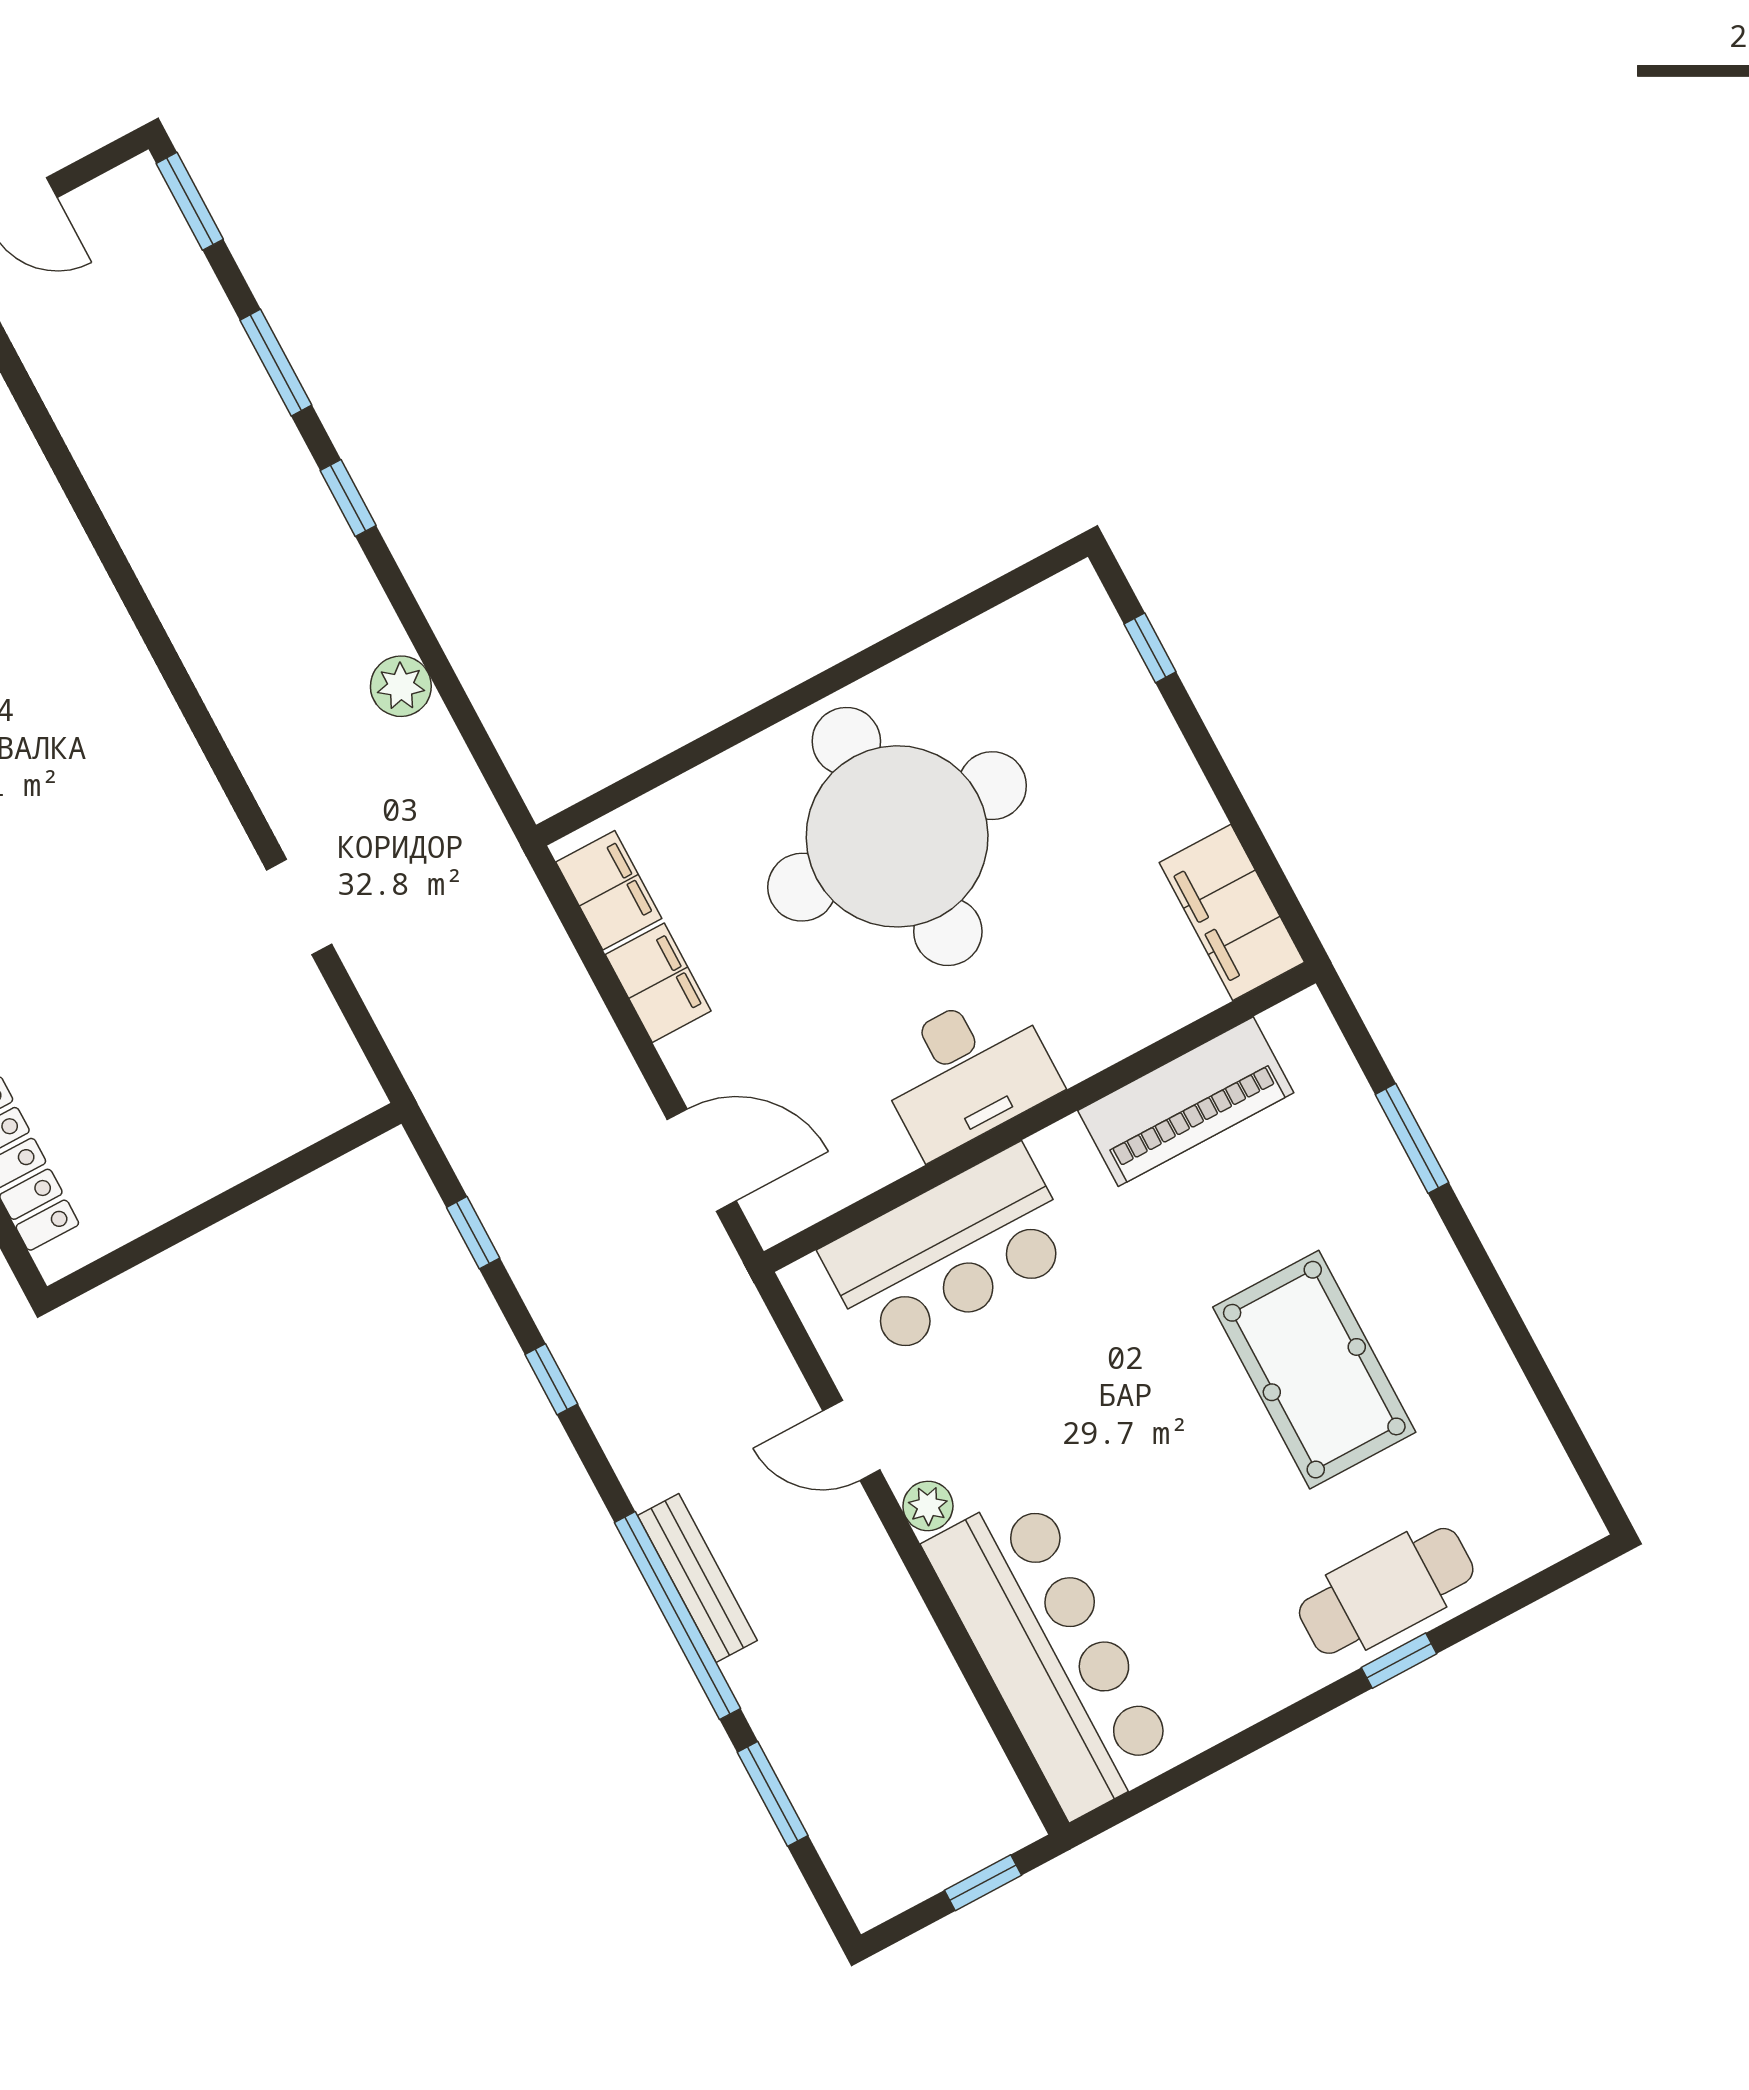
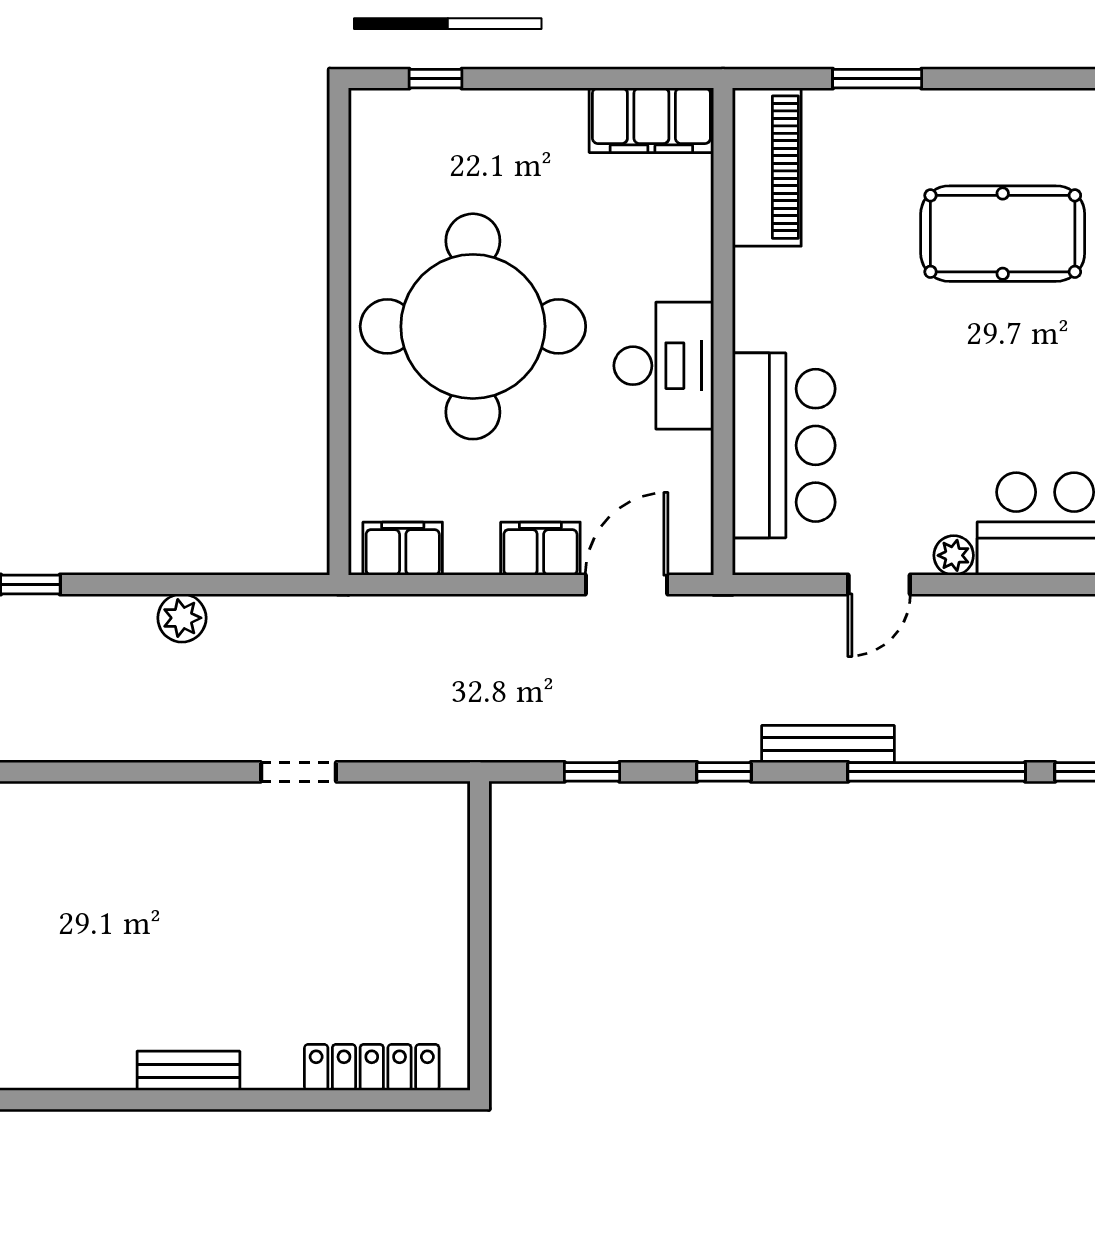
filing cabinet: (658, 983) -> (540, 549), moved
piano: (1186, 1102) -> (767, 167), moved
bench: (697, 1578) -> (828, 744), moved

